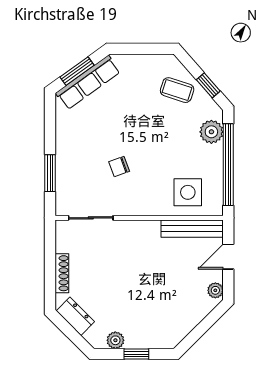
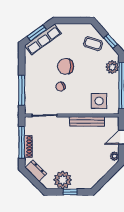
chair: (128, 131) -> (66, 66), added
window: (50, 173) -> (22, 90), width x1.44
bench: (192, 229) -> (87, 121), moved
window: (50, 266) -> (22, 142), added
plant: (115, 340) -> (63, 180), width x1.88, depth x1.88

